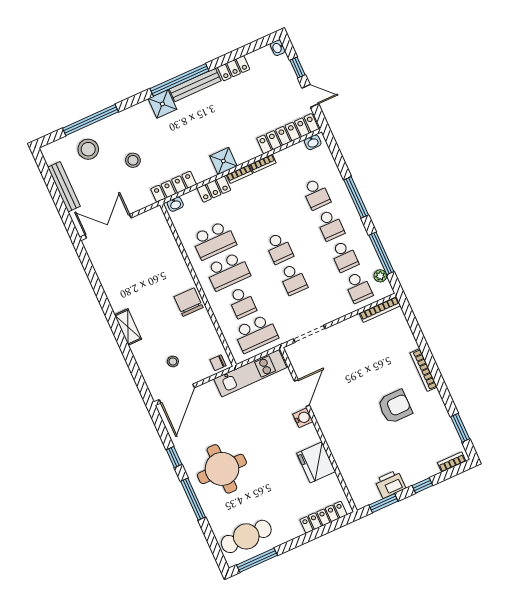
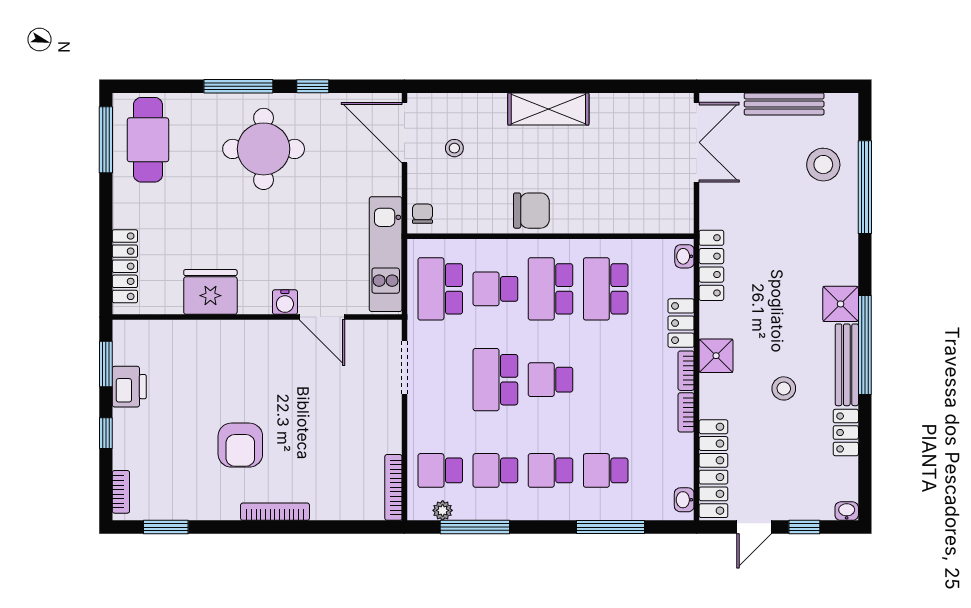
stool: (133, 160) -> (784, 388), moved
window: (356, 197) -> (610, 527), moved
school desk: (293, 279) -> (495, 380), width x1.85
shelving: (128, 327) -> (548, 109), width x1.50, depth x1.33

